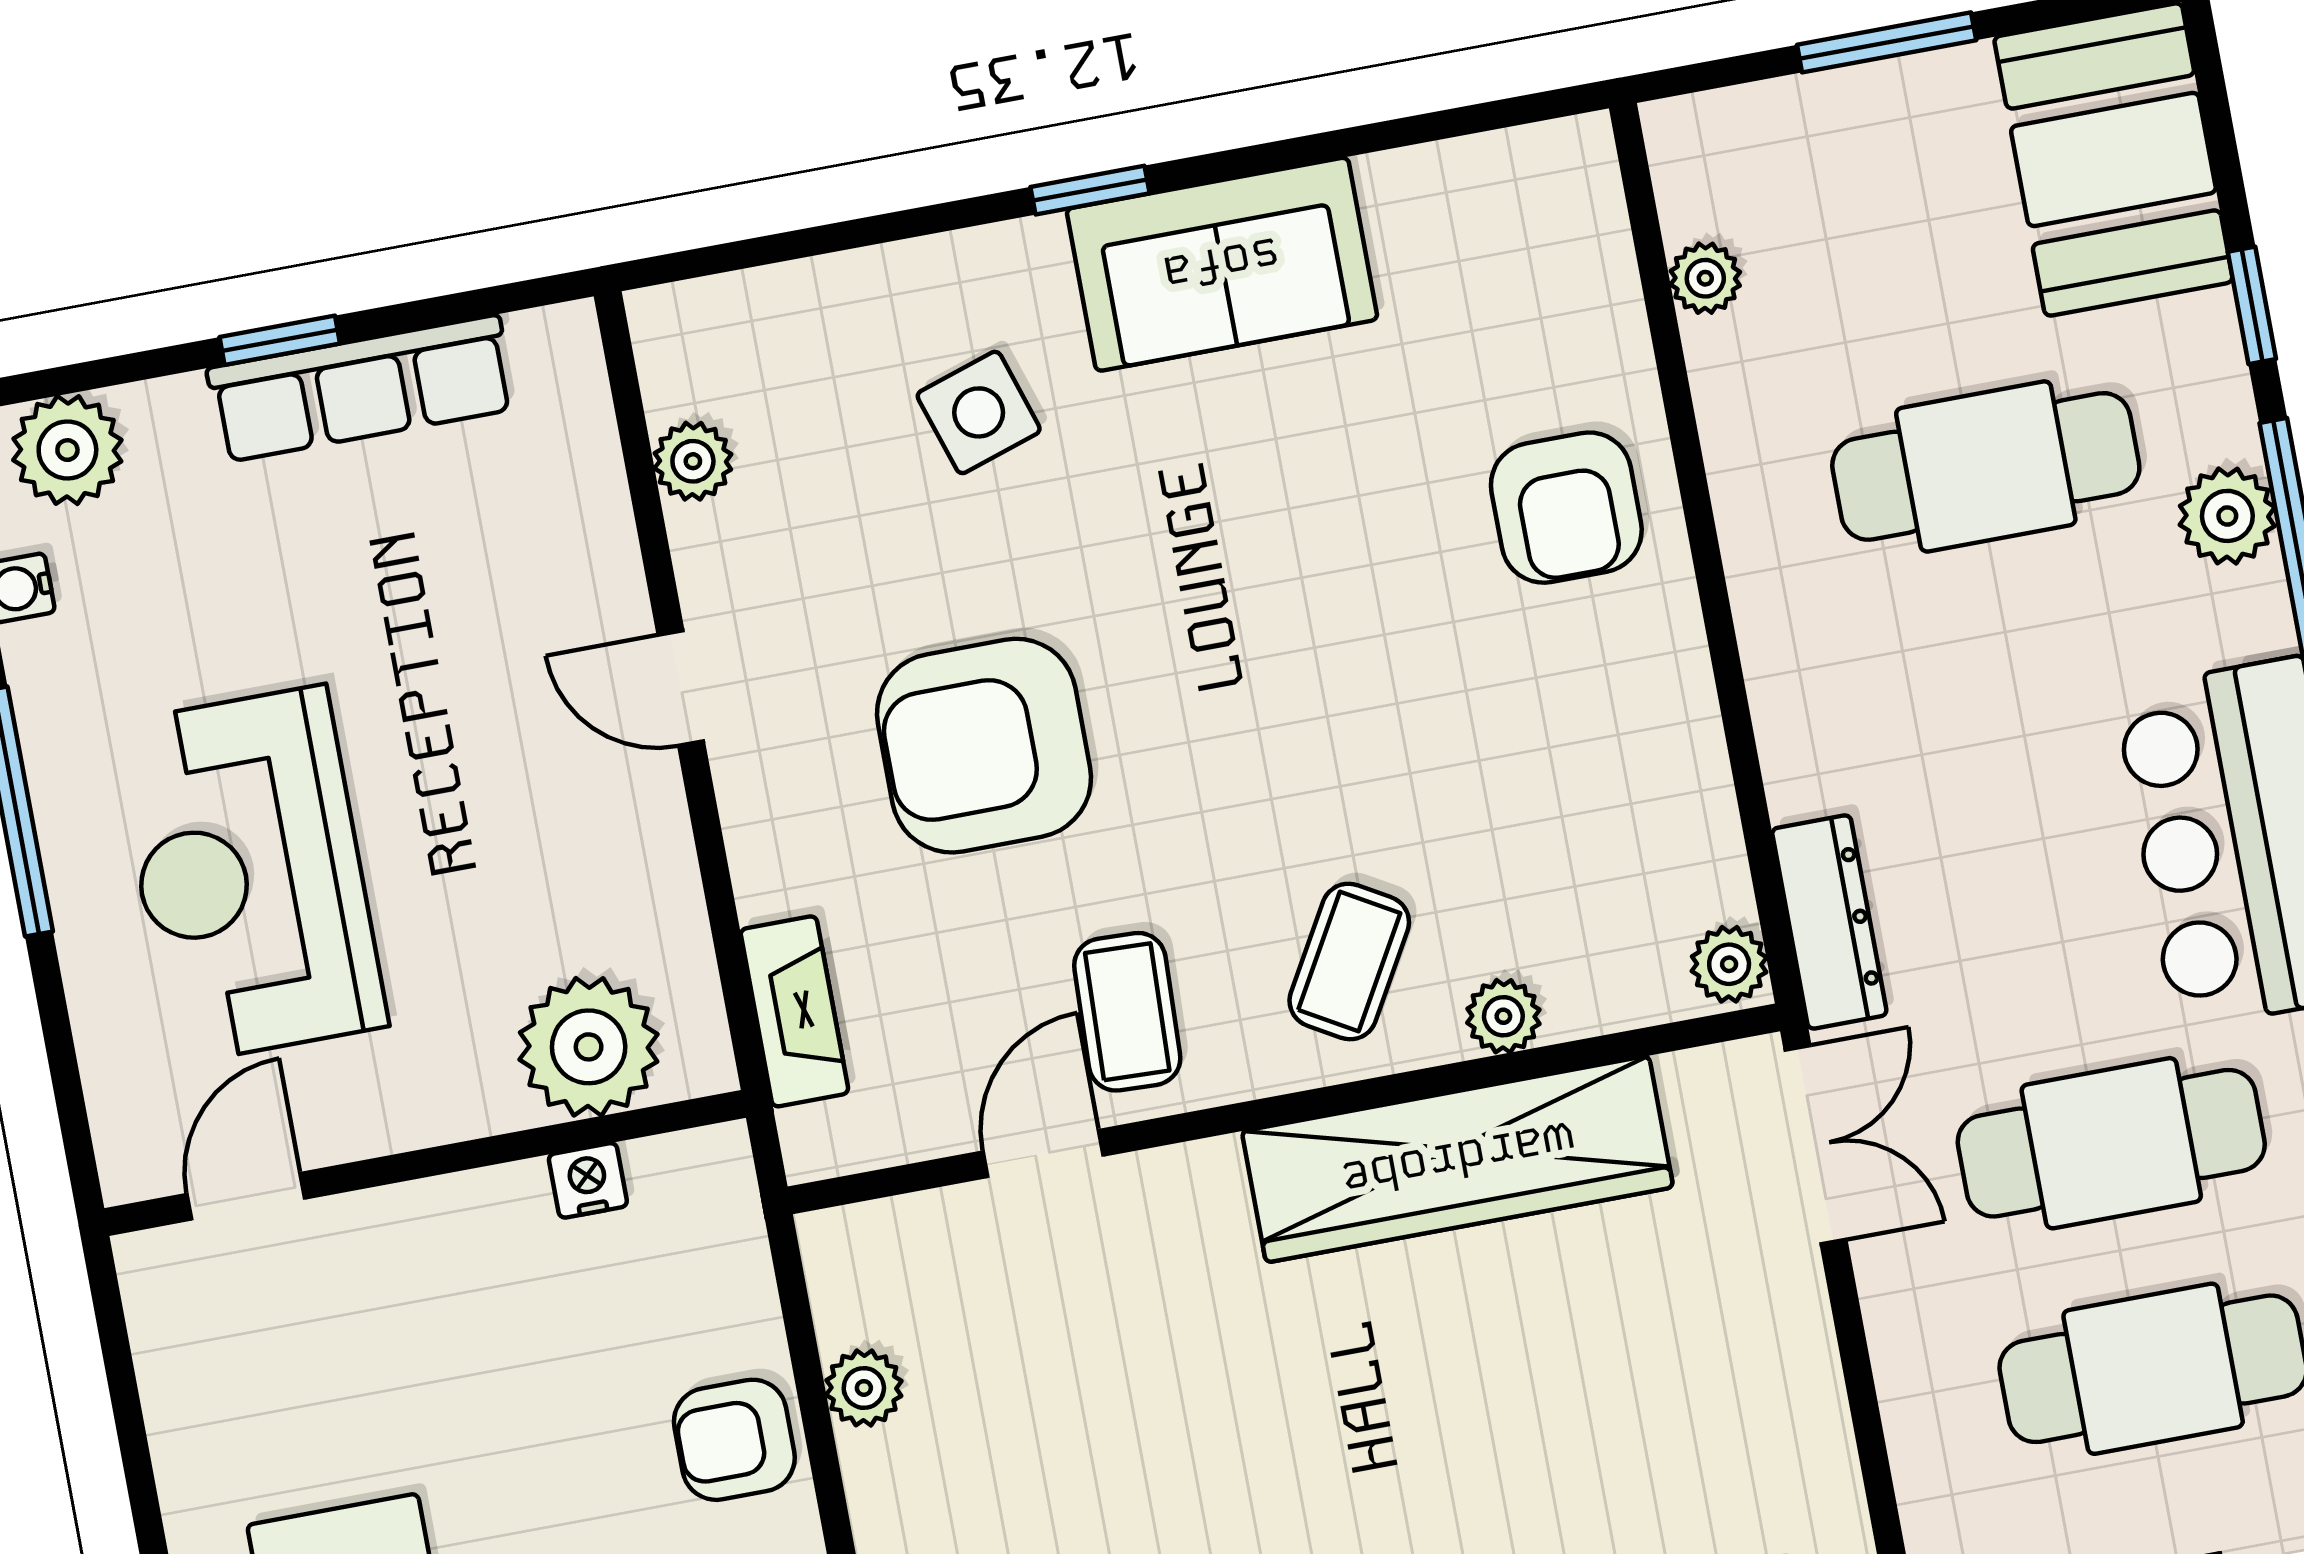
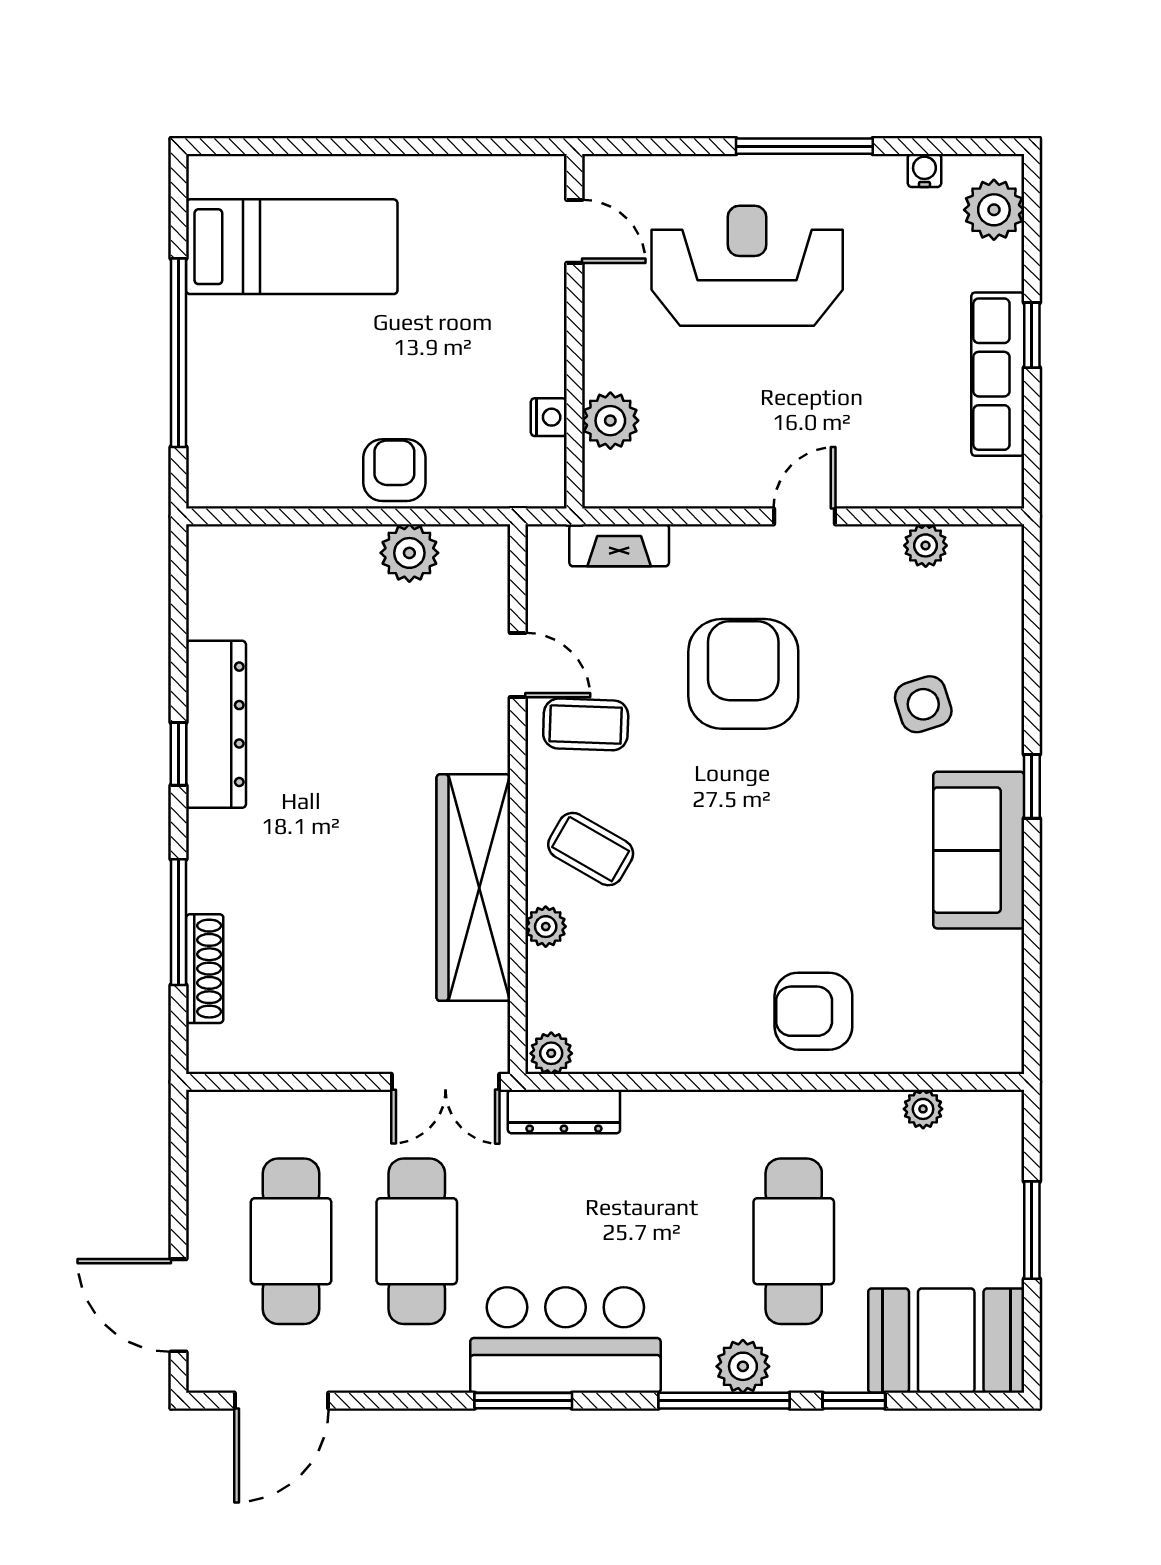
plant: (589, 1047) -> (610, 421), width x0.73, depth x0.73
plant: (864, 1388) -> (409, 553), width x1.38, depth x1.38

